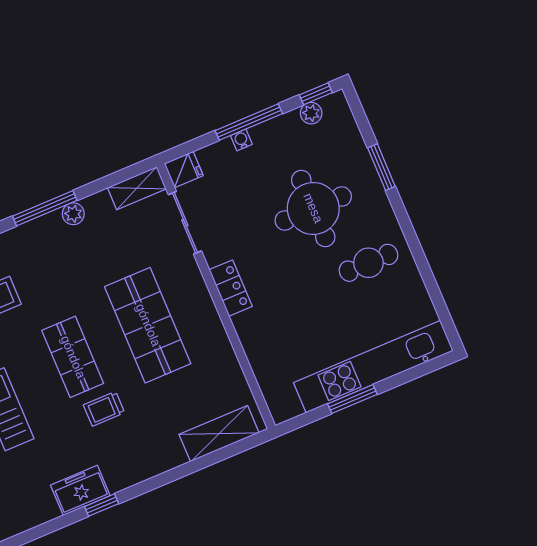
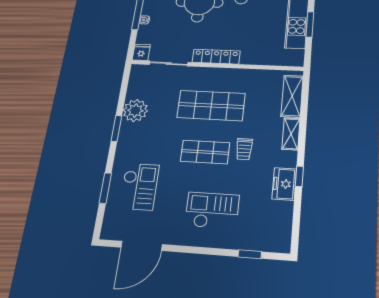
shelving: (137, 188) -> (291, 134), moved
window: (45, 208) -> (116, 128), width x0.69
plant: (73, 214) -> (135, 110), width x1.88, depth x1.88
locker: (231, 288) -> (216, 57), width x1.53

